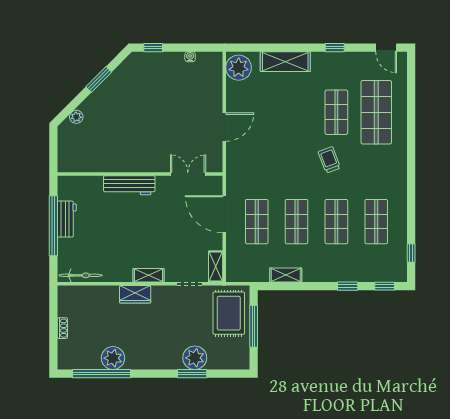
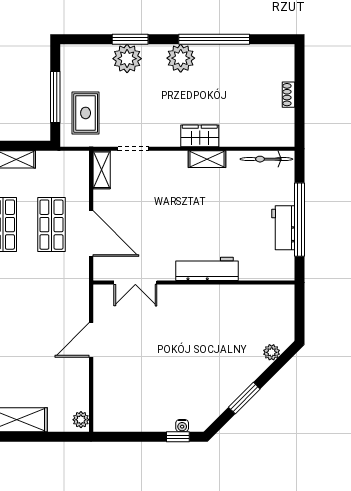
water cooler: (190, 57) -> (182, 426), moved
plant: (239, 68) -> (81, 420), width x0.53, depth x0.53
shelving: (148, 275) -> (207, 159), moved
rug: (229, 313) -> (86, 113), width x0.73, depth x0.70
plant: (113, 358) -> (181, 58), moved
window: (102, 374) -> (214, 39), moved

